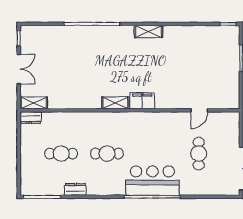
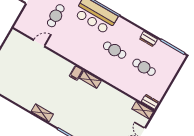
filing cabinet: (142, 101) -> (76, 73), width x0.50

